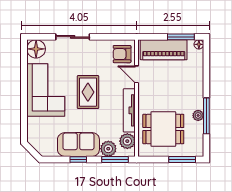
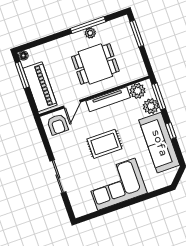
floor lamp: (36, 49) -> (81, 207), removed
dining table: (163, 129) -> (95, 64), moved, turned 90
sofa: (78, 145) -> (159, 143), width x1.36

